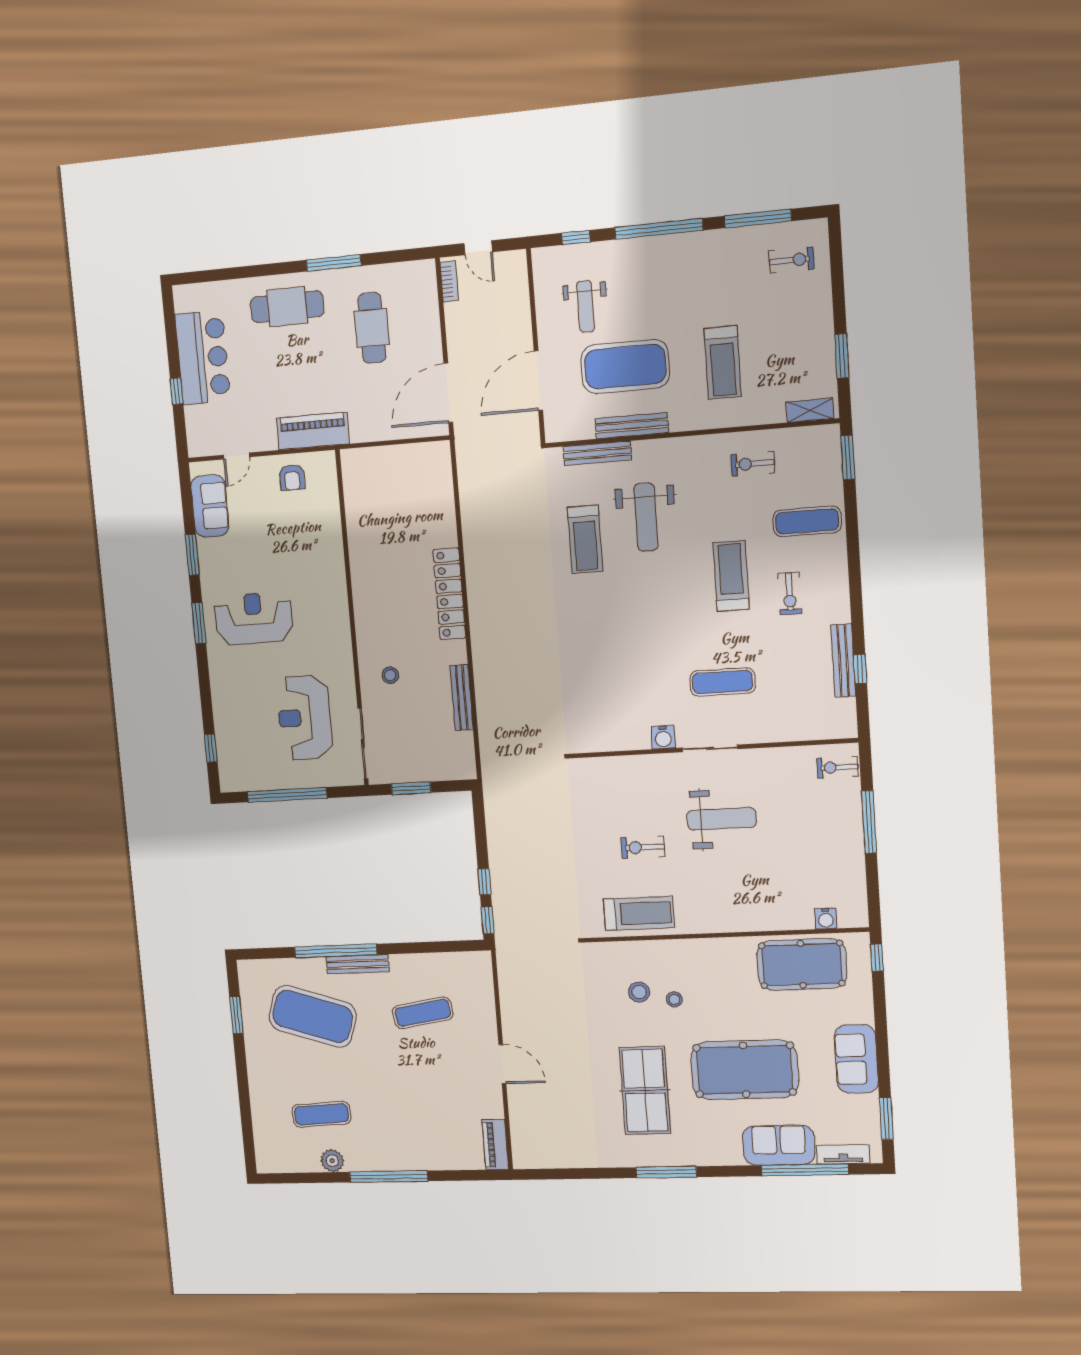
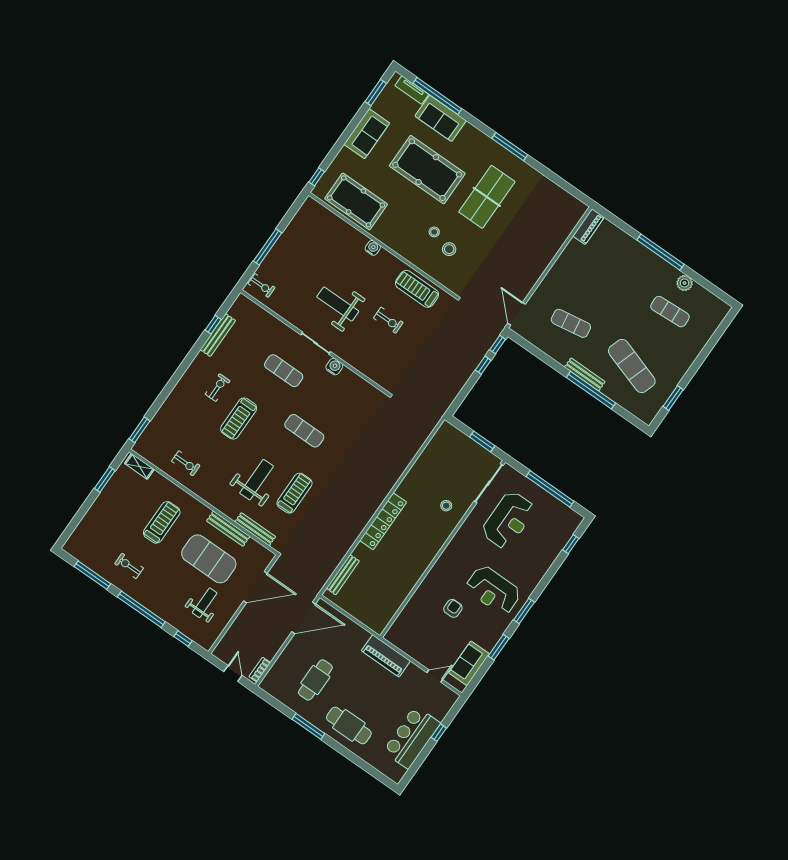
exercise bike: (791, 260) -> (129, 566), moved
armchair: (292, 477) -> (453, 608), moved
exercise mat: (807, 521) -> (304, 431), moved
bench: (462, 698) -> (343, 575), moved
water cooler: (826, 919) -> (373, 248), moved
exercise mat: (313, 1016) -> (632, 366), width x0.68
door: (502, 1064) -> (517, 314), moved

